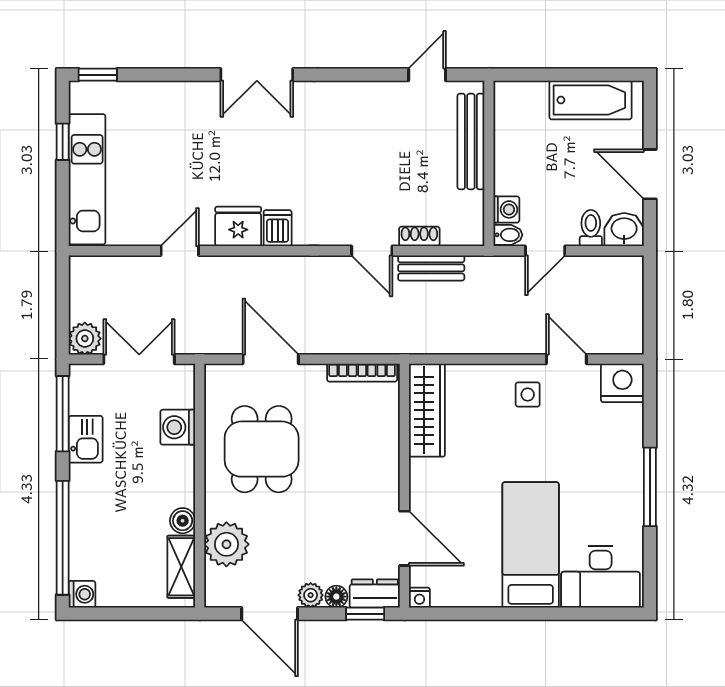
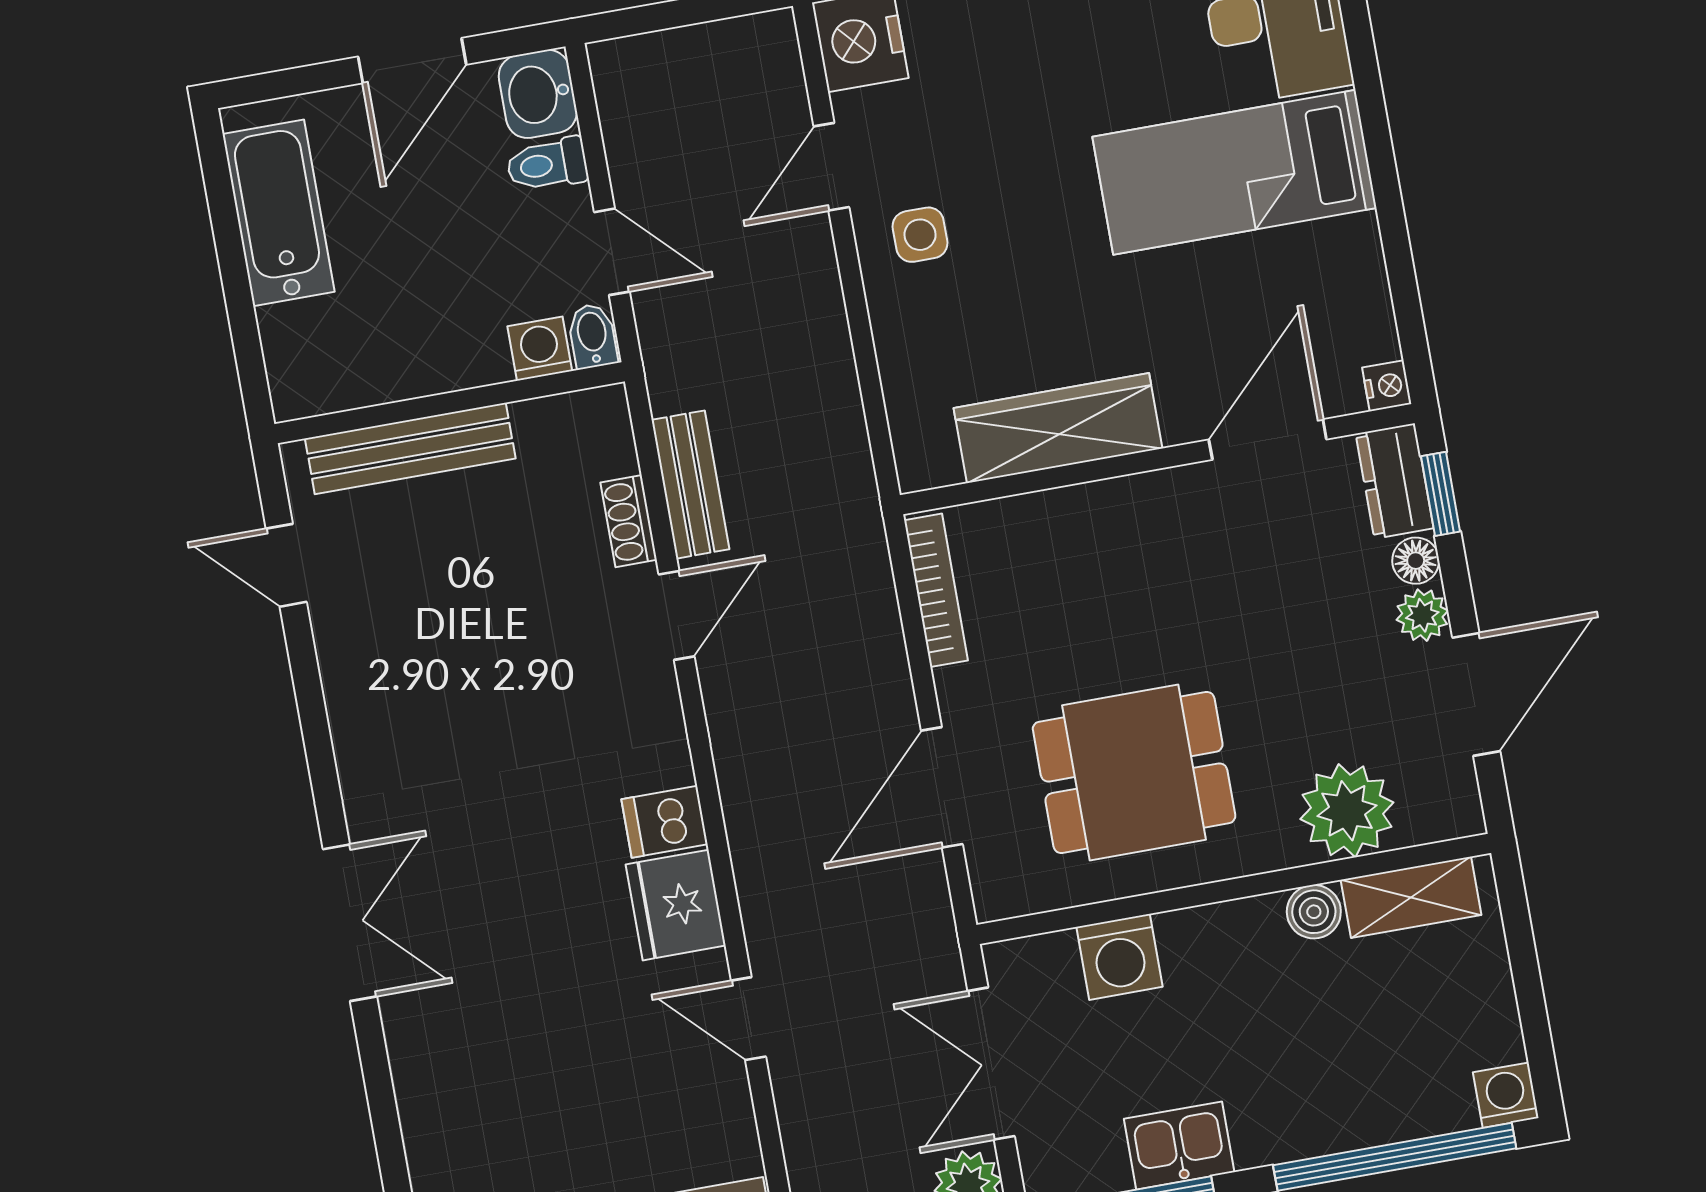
wardrobe: (427, 410) -> (1058, 428), moved

